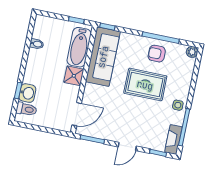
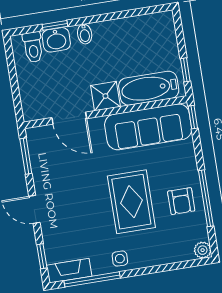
bidet: (37, 44) -> (85, 34), moved
armchair: (157, 54) -> (181, 201), turned 180
door: (77, 114) -> (69, 118), moved

